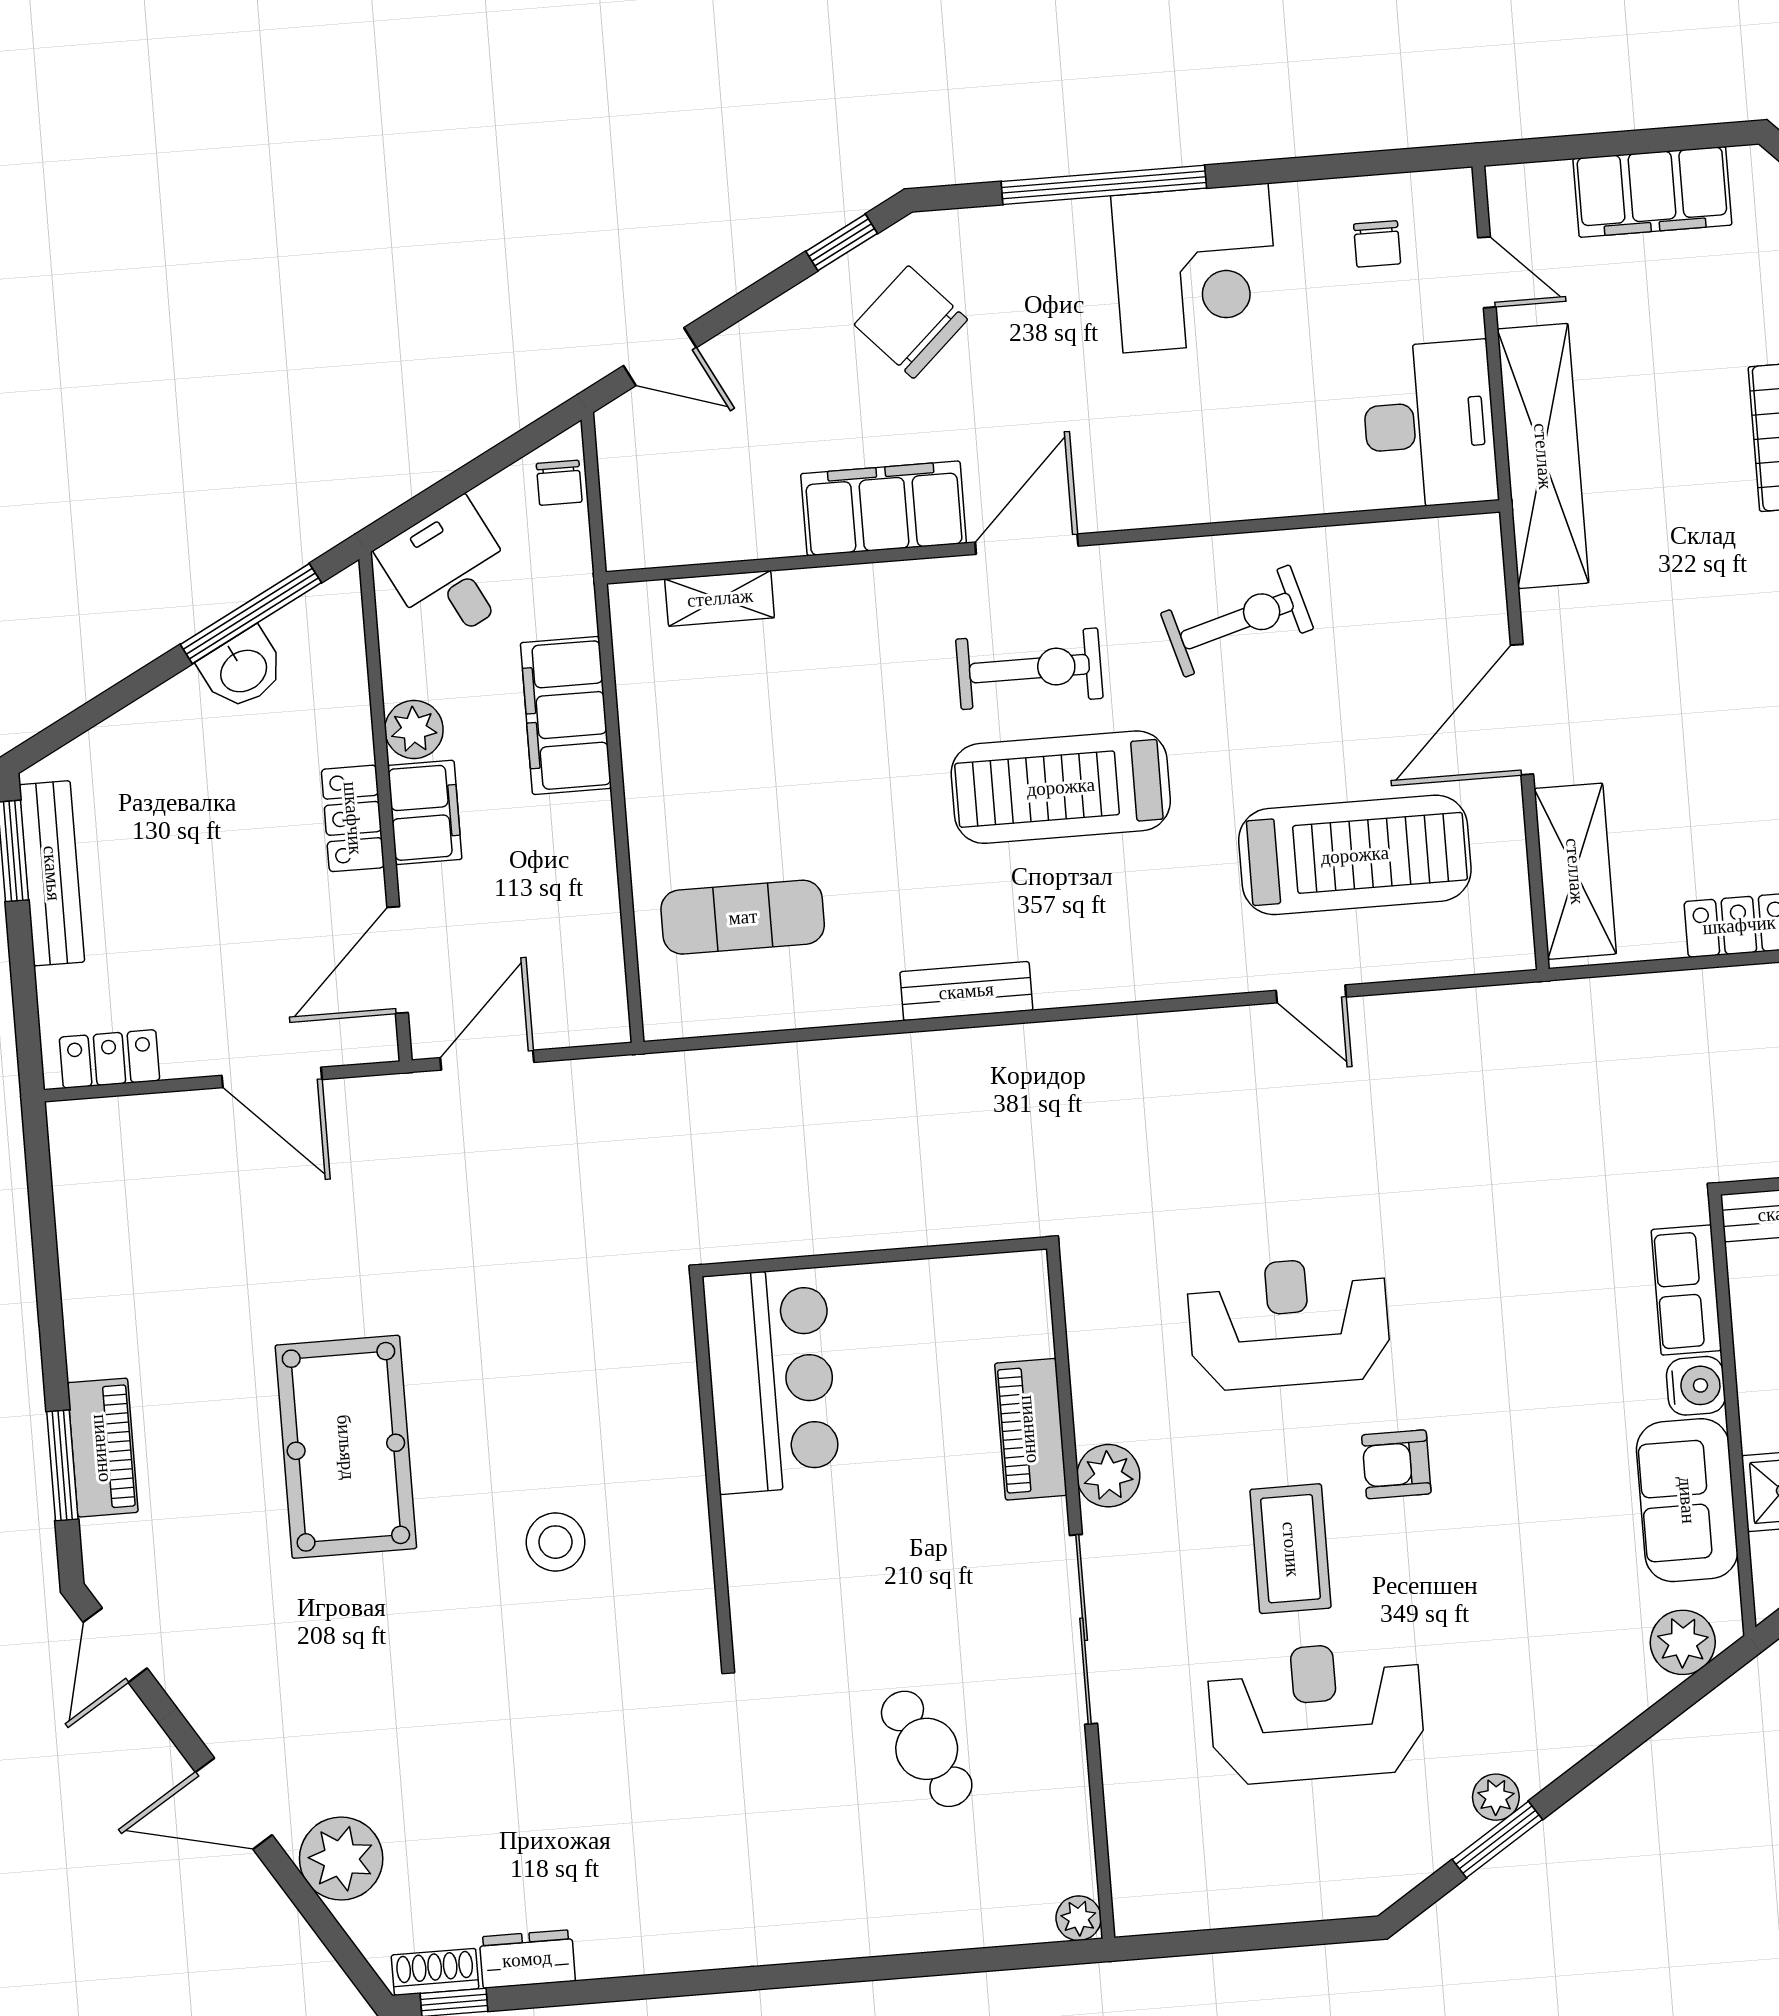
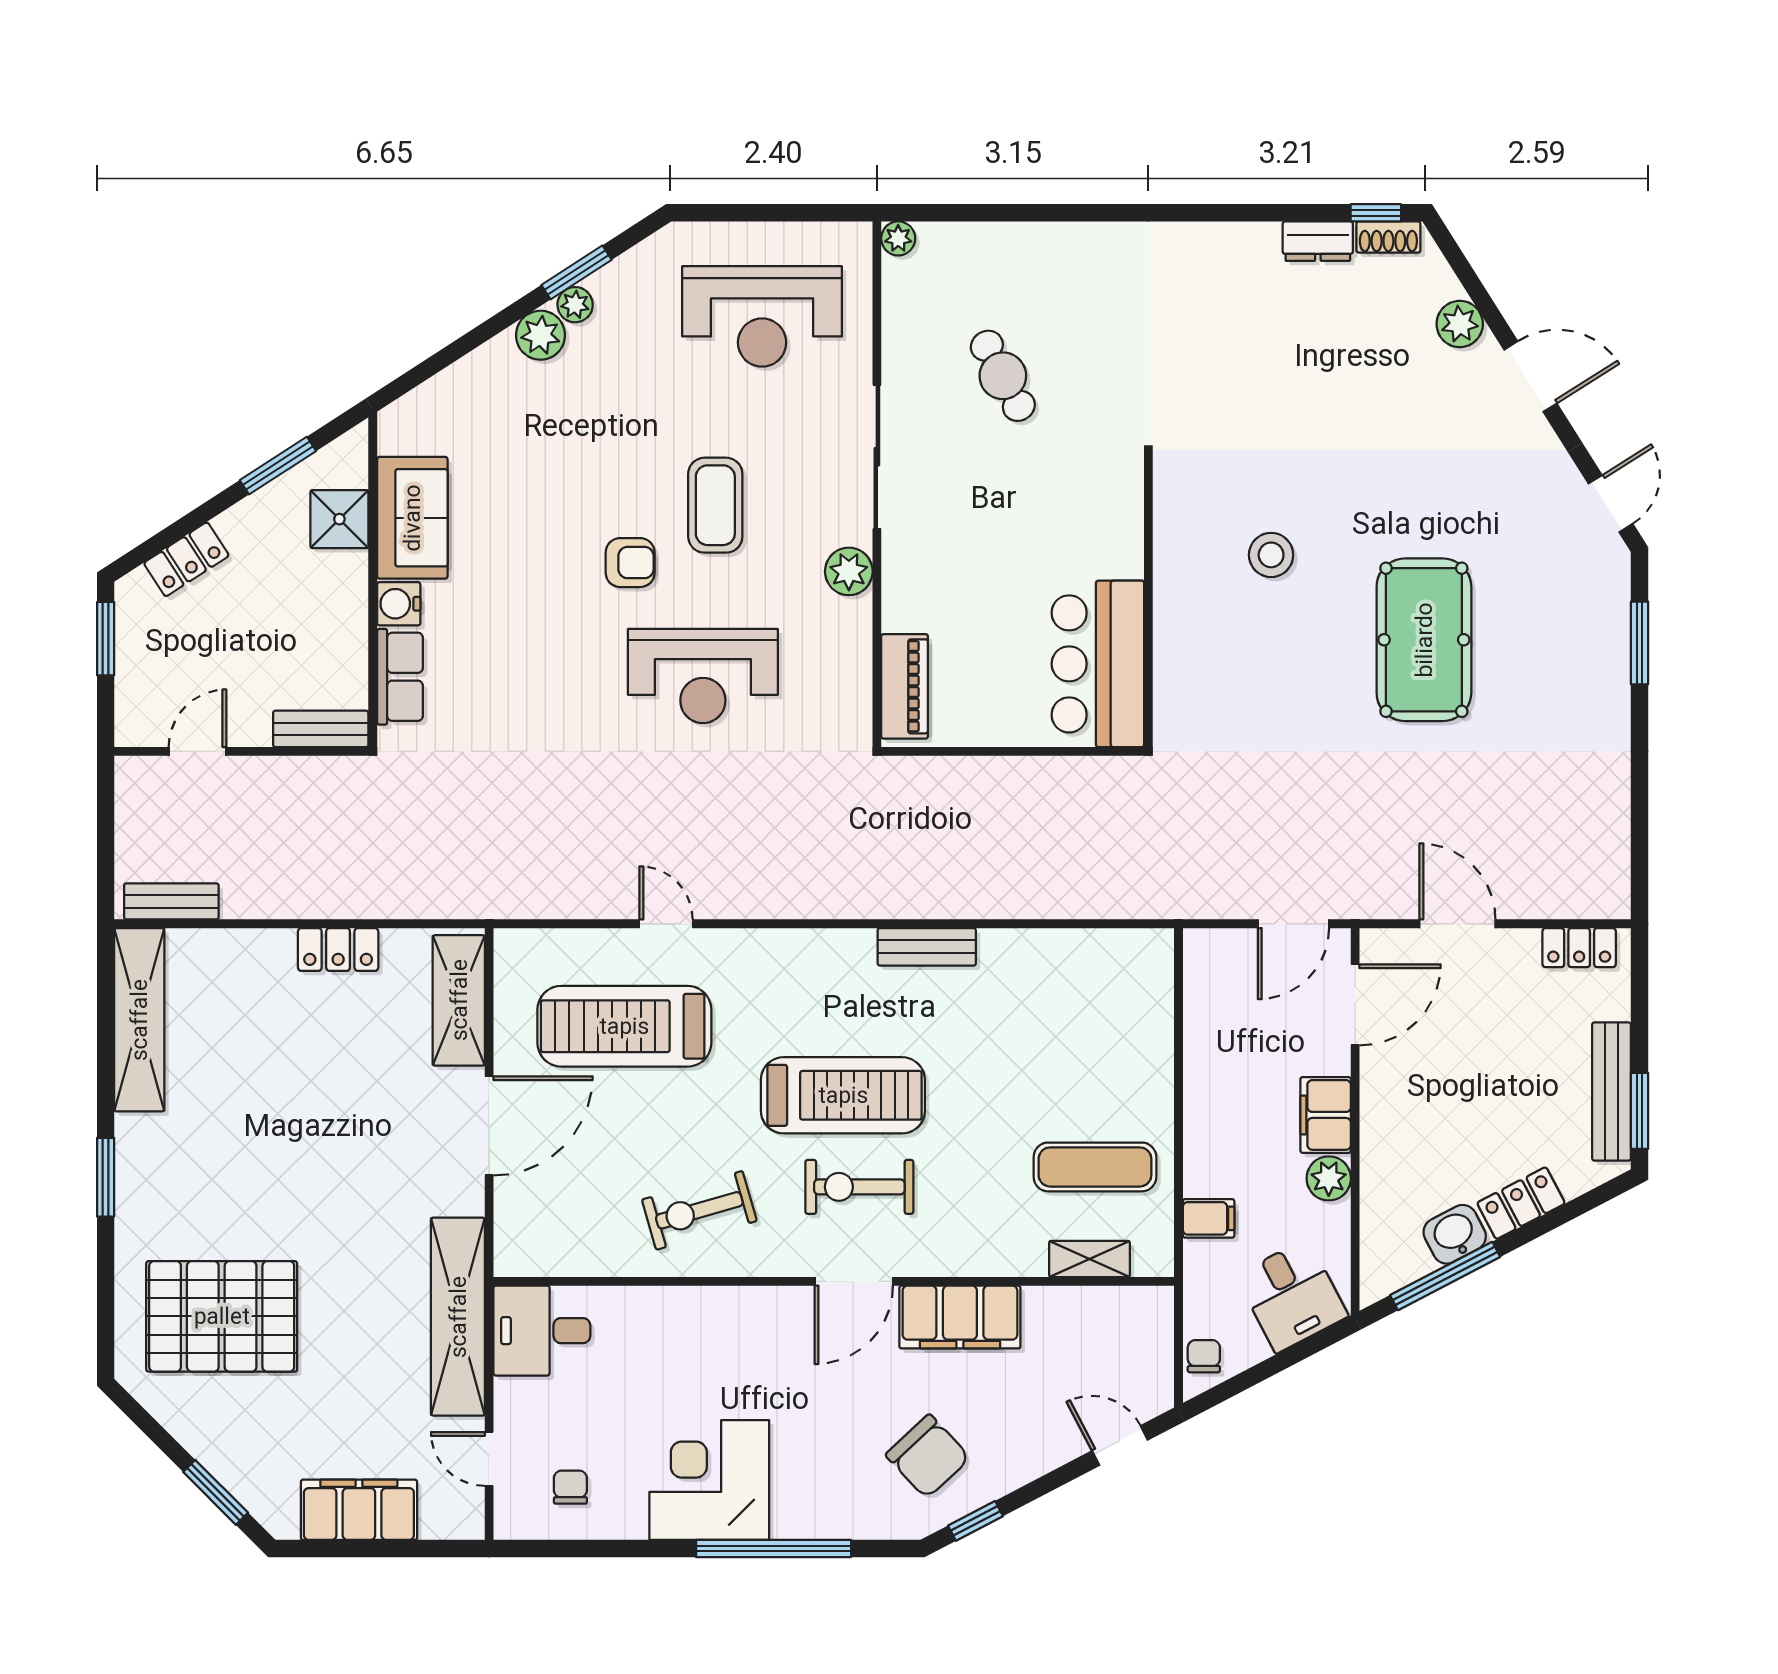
desk: (1429, 424) -> (542, 1331), width x0.73
filing cabinet: (566, 715) -> (1209, 1218), width x0.33, depth x0.86
locker: (353, 818) -> (1521, 1203), moved, turned -118
exercise mat: (743, 917) -> (1095, 1167), moved
piano: (1031, 1429) -> (905, 686), moved
piano: (103, 1448) -> (1608, 654), removed
plant: (1683, 1642) -> (541, 335), moved
reception desk: (1316, 1712) -> (762, 316), moved
plant: (341, 1859) -> (1460, 324), width x0.73, depth x0.73

